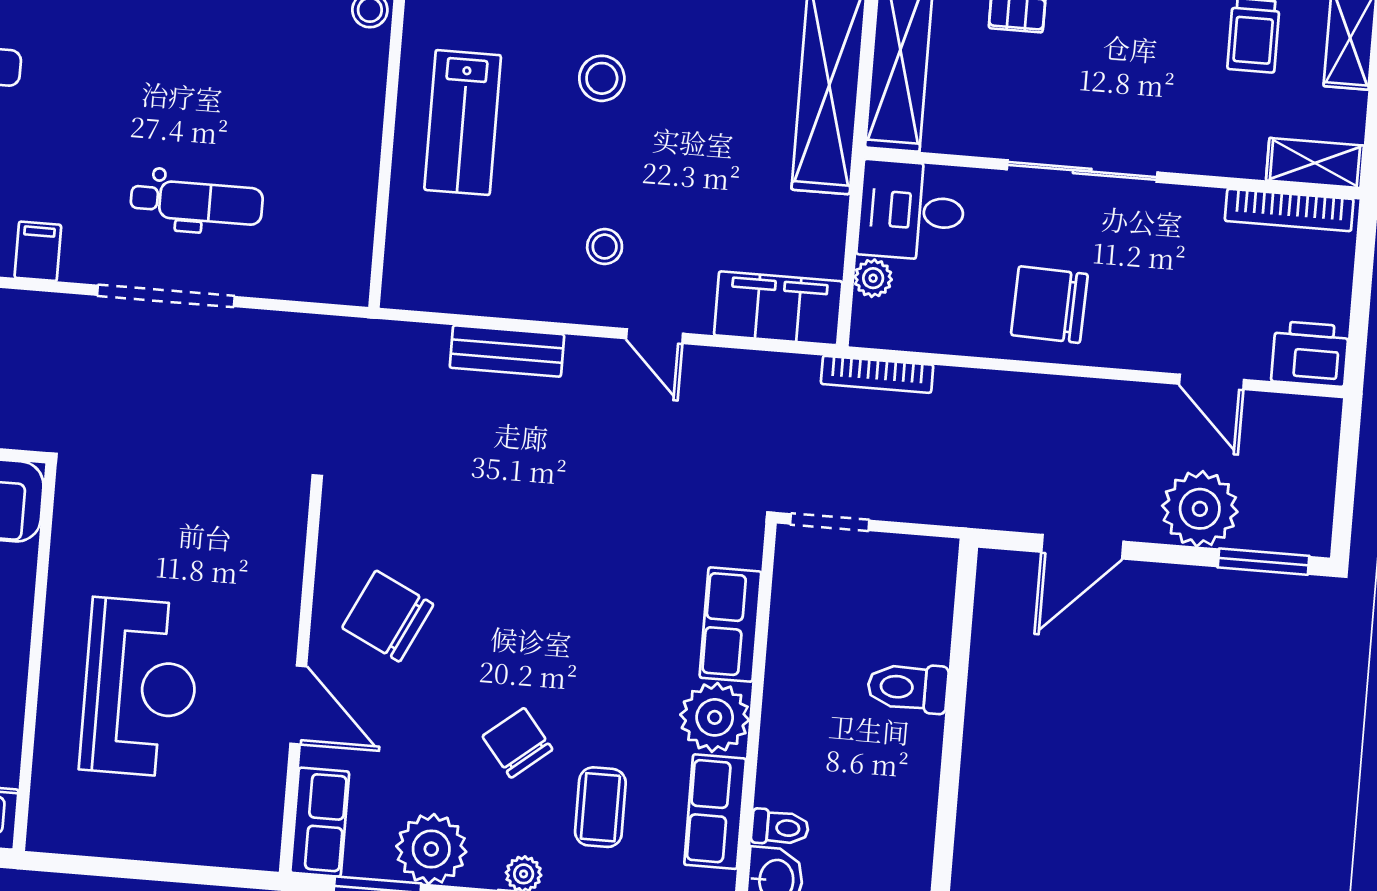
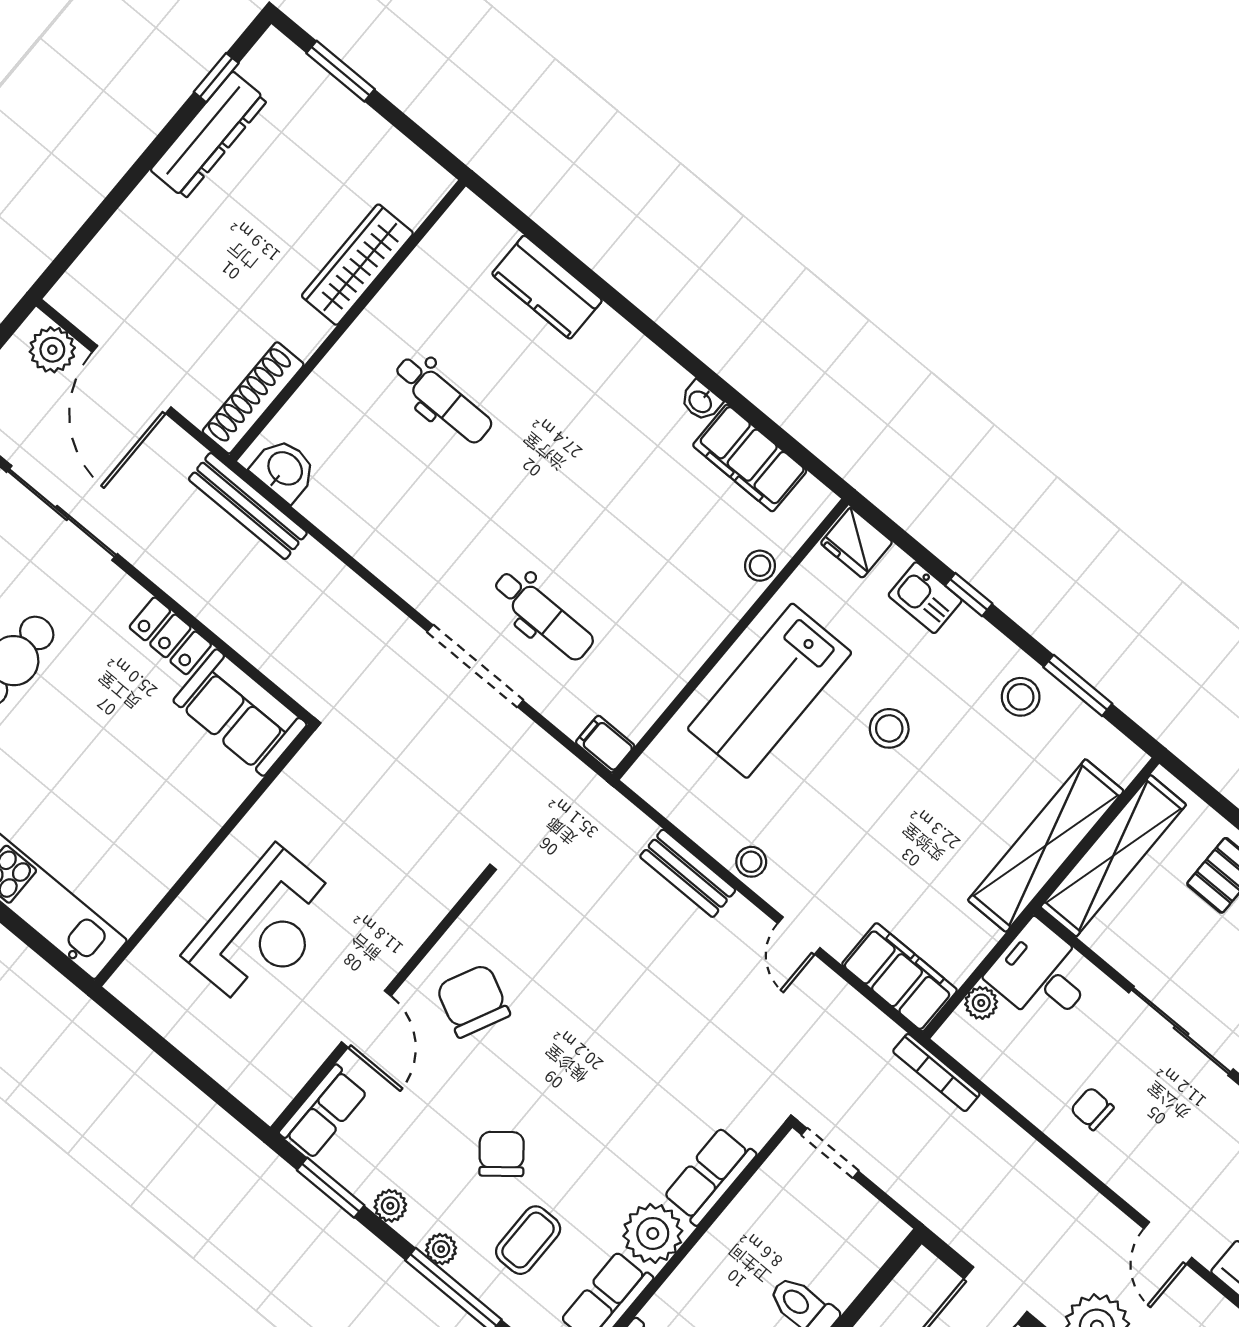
lab bench: (463, 123) -> (770, 691), width x1.36, depth x1.39
stool: (605, 247) -> (751, 862), moved
filing cabinet: (38, 251) -> (605, 744), moved, turned -90
chair: (1049, 305) -> (1092, 1109), width x0.54, depth x0.54
plant: (431, 849) -> (390, 1206), width x0.53, depth x0.53

